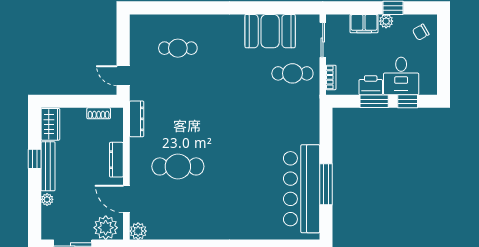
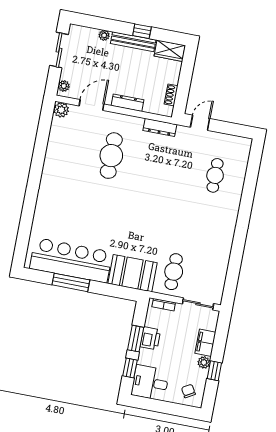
booth: (270, 31) -> (133, 273), moved, turned 90
desk: (401, 76) -> (150, 383), moved
plant: (106, 228) -> (64, 86), width x0.53, depth x0.53

